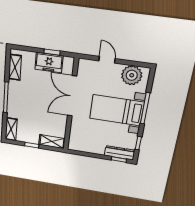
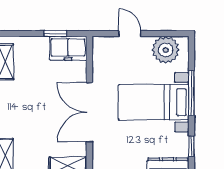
freezer: (49, 62) -> (68, 48), moved
double door: (72, 96) -> (89, 112), moved

